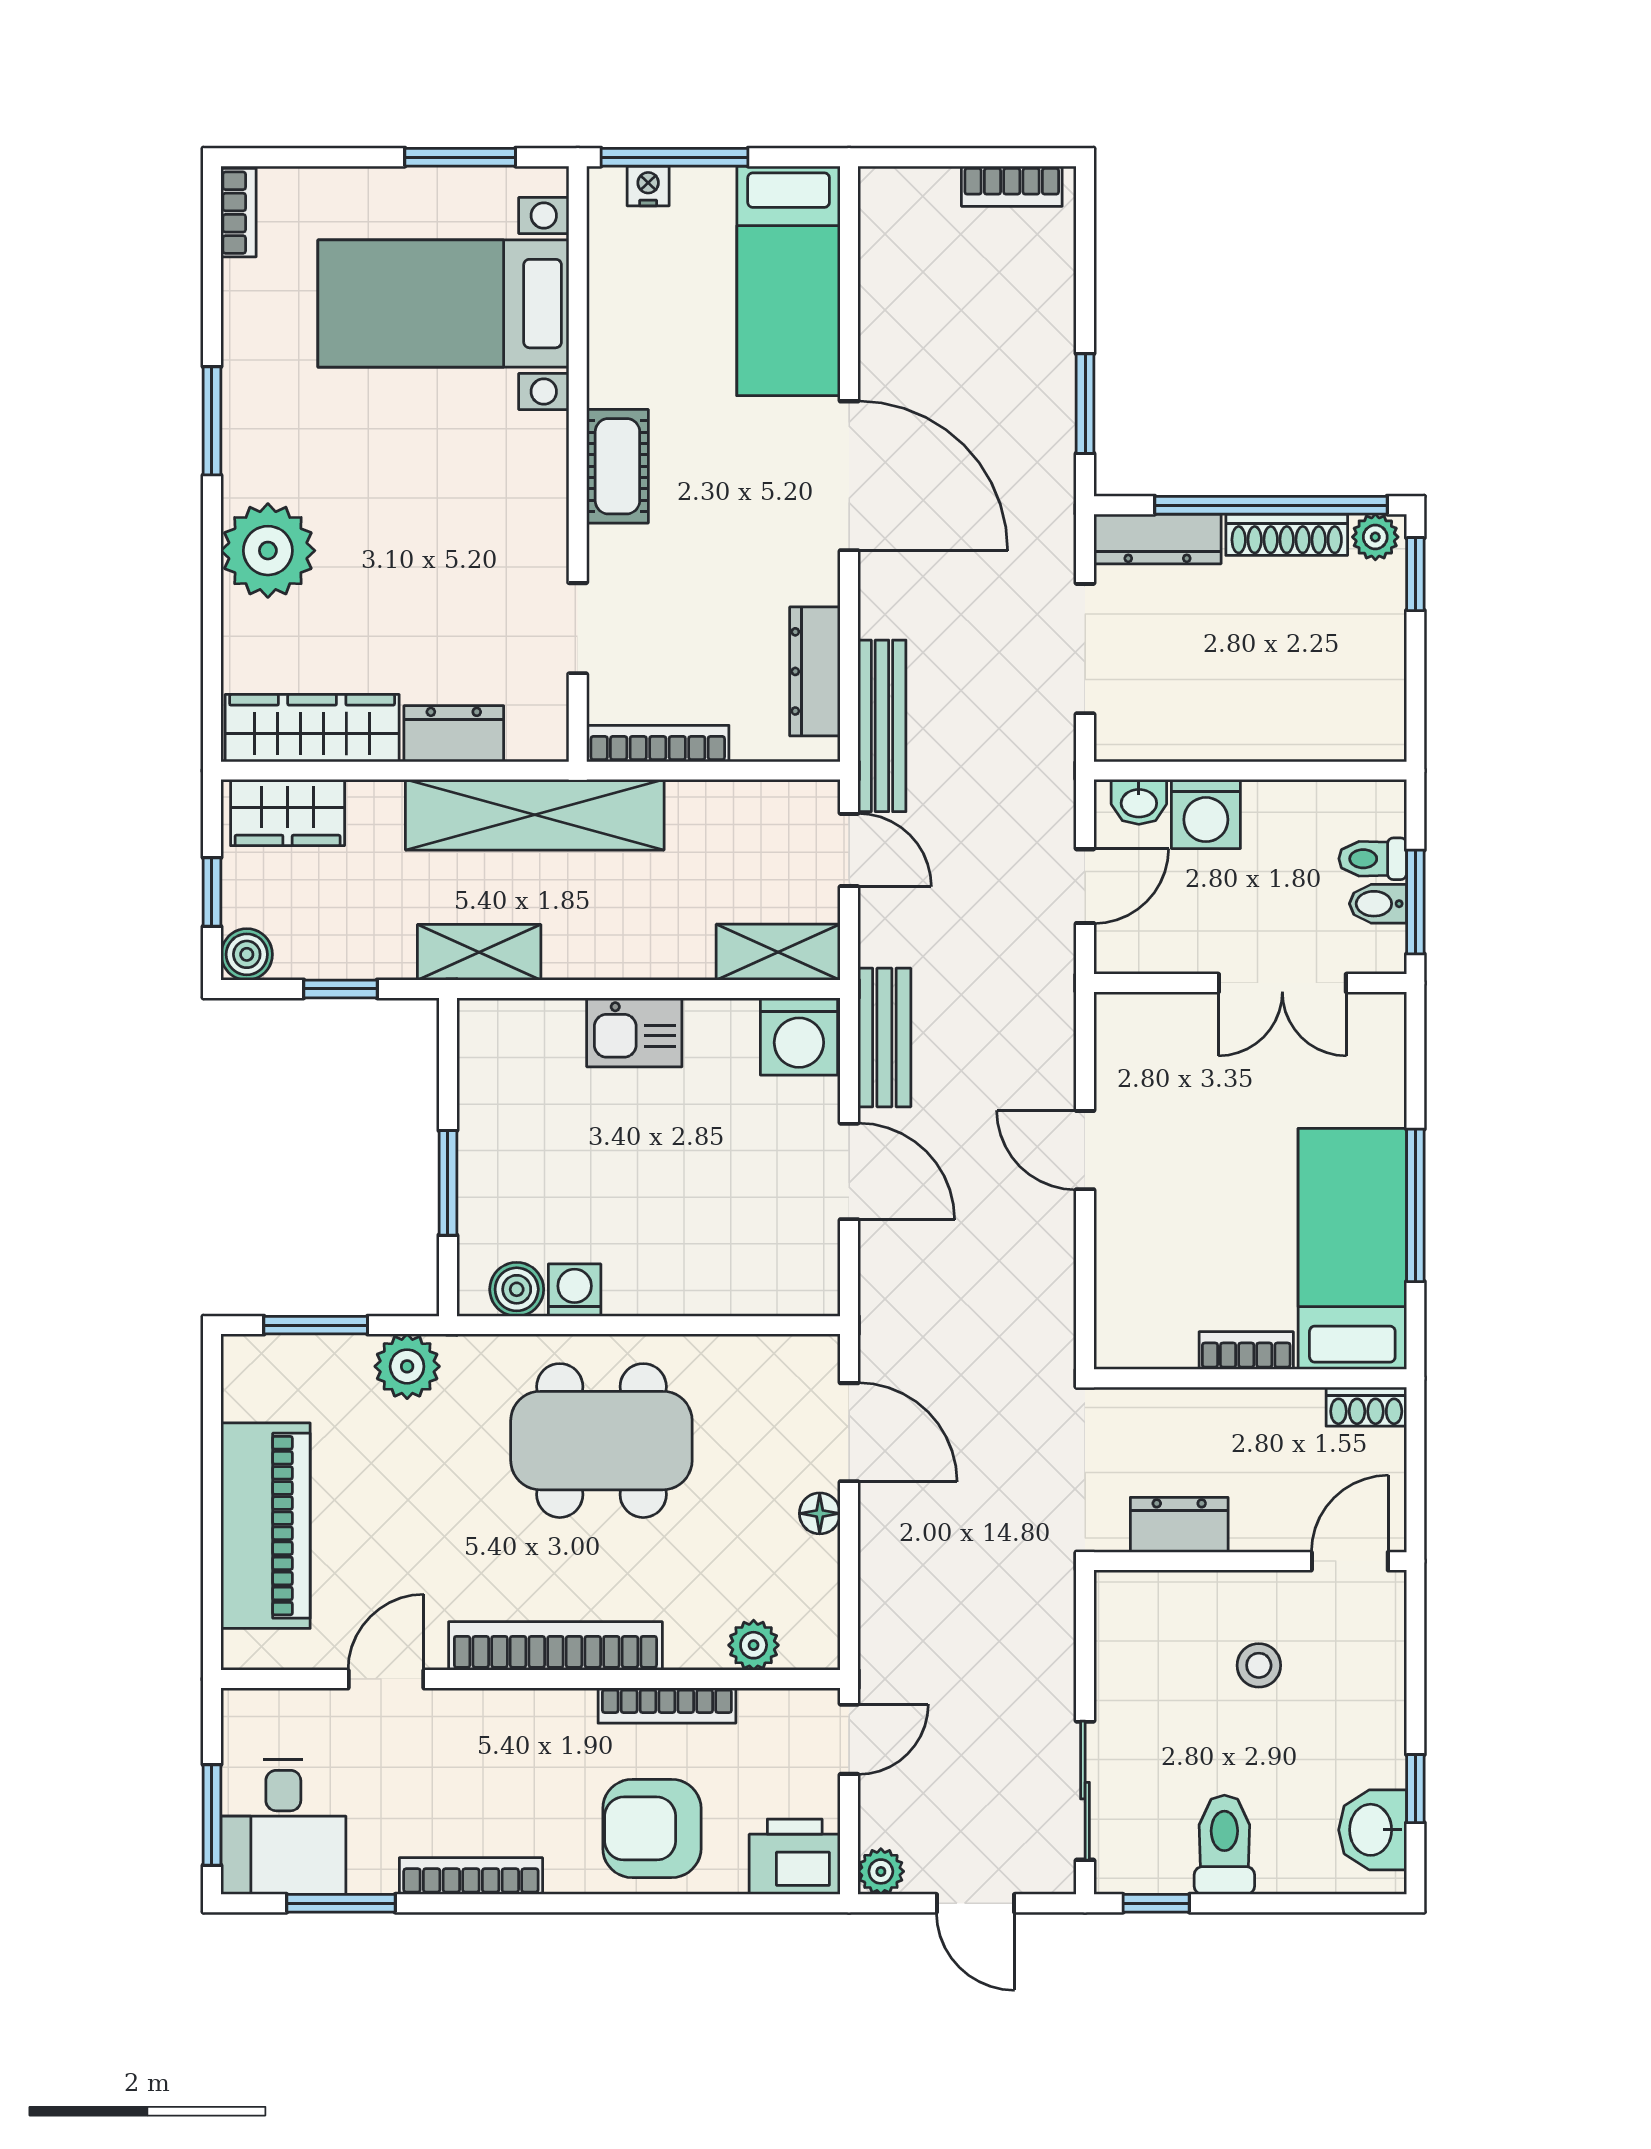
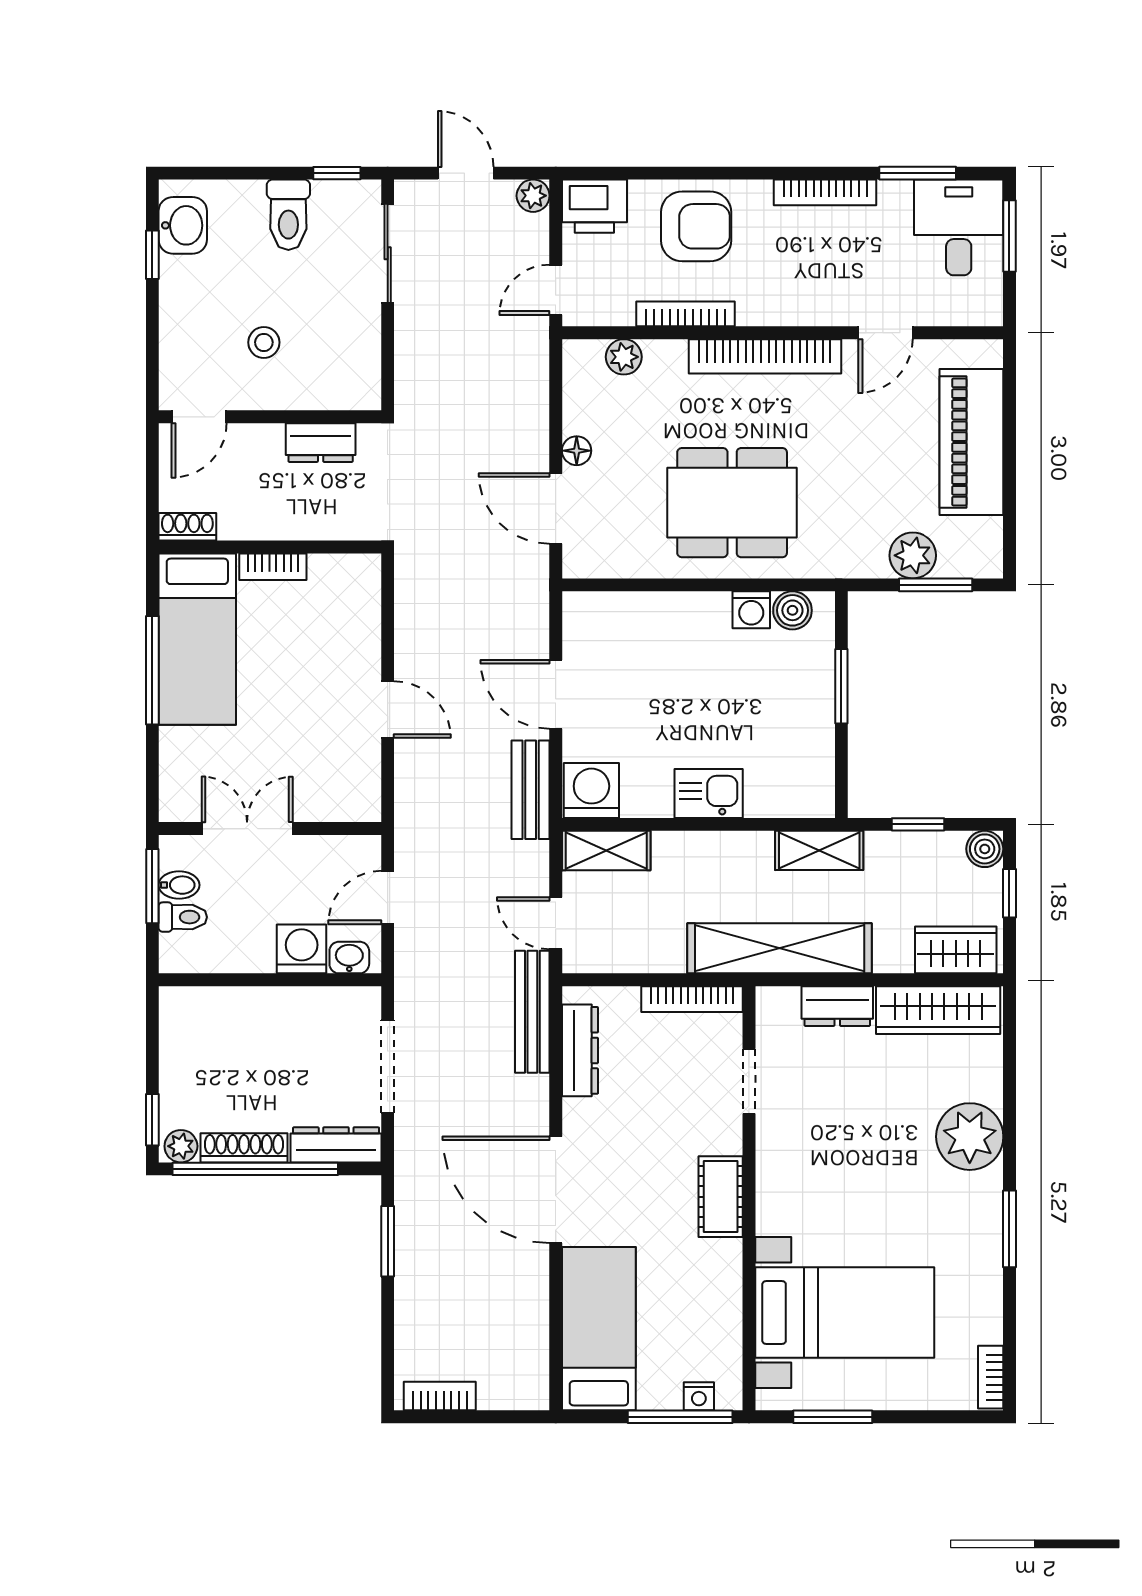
plant: (407, 1366) -> (913, 555), moved

